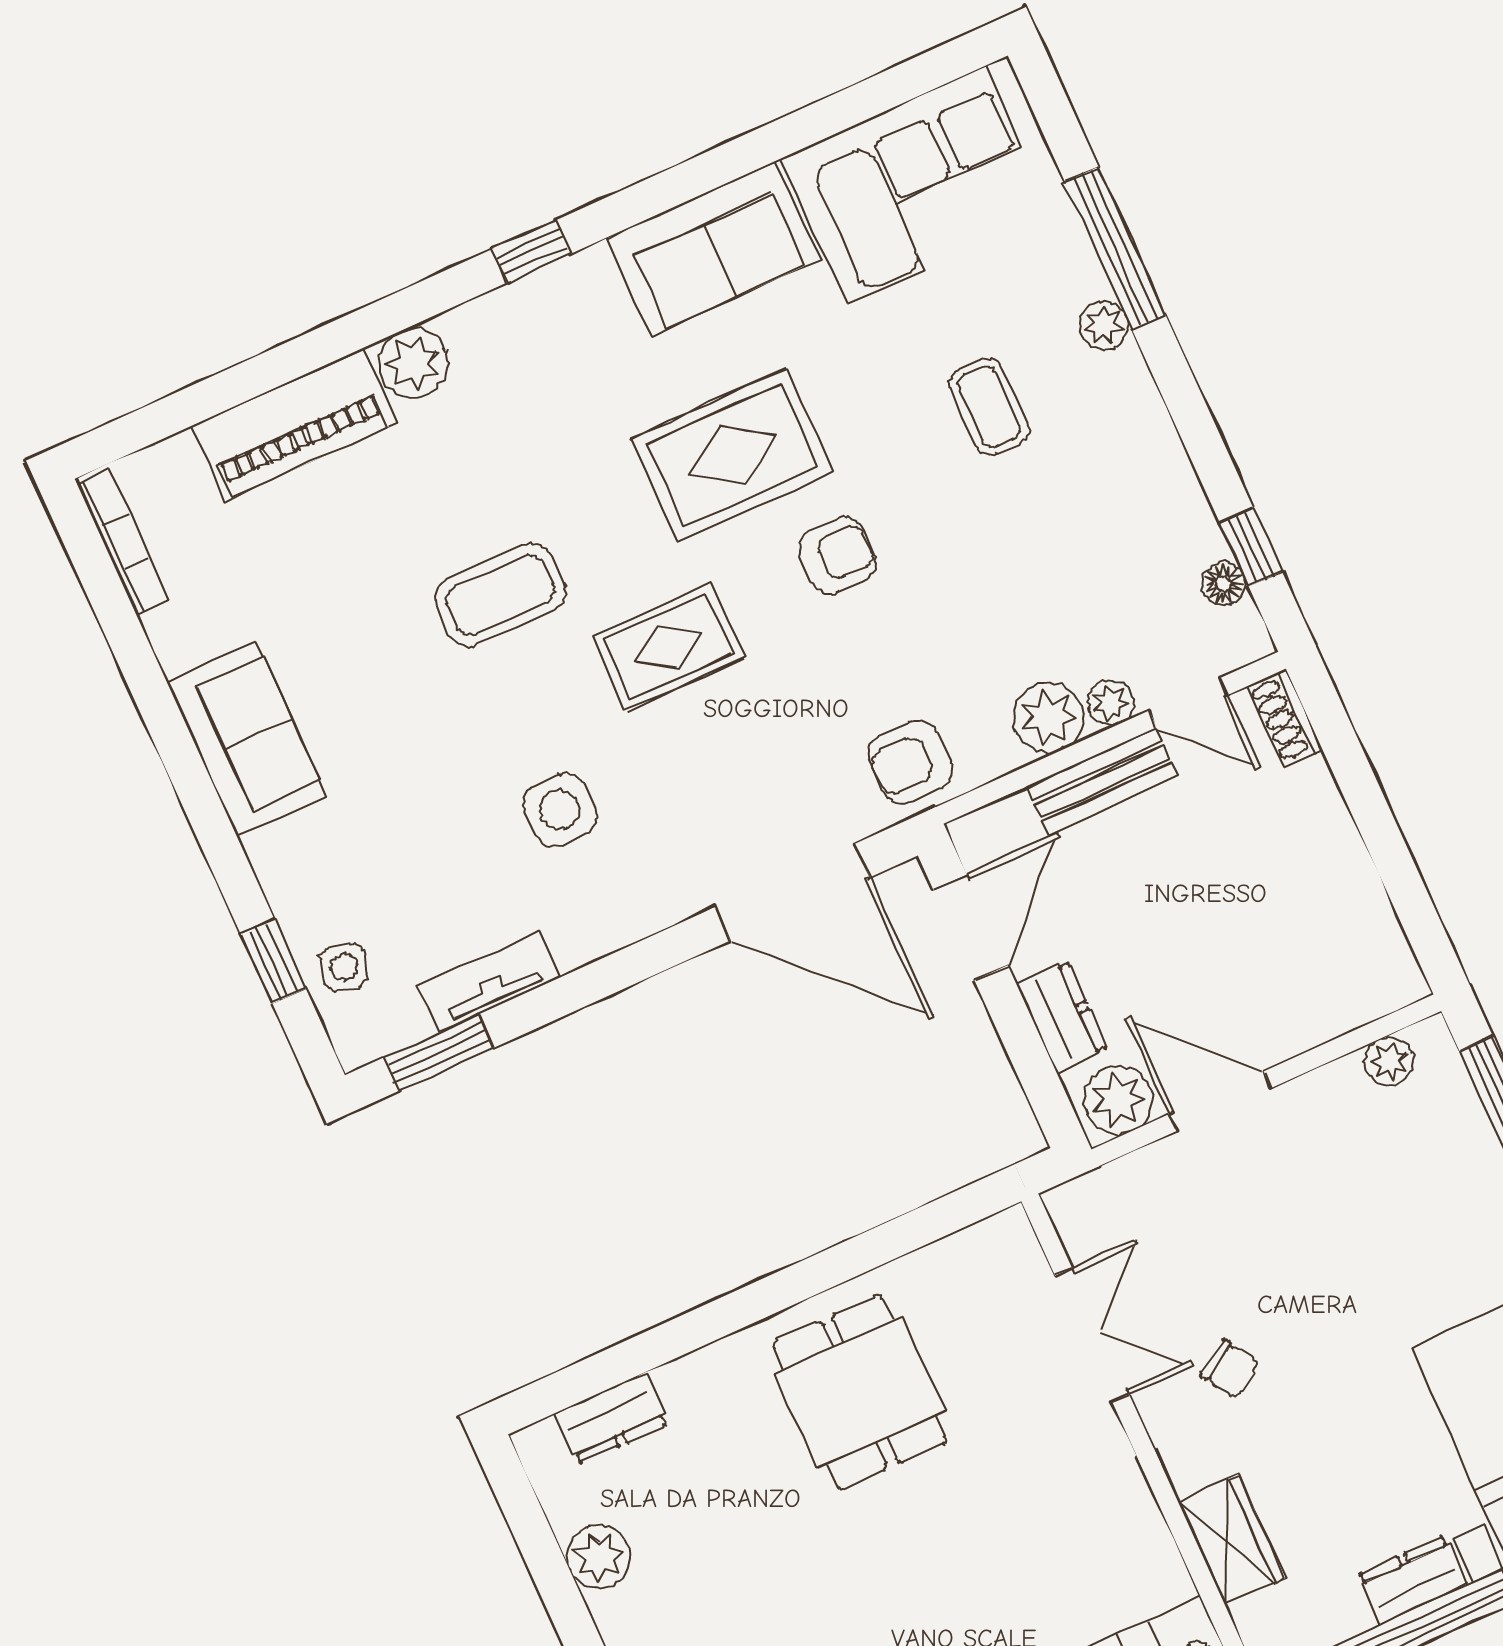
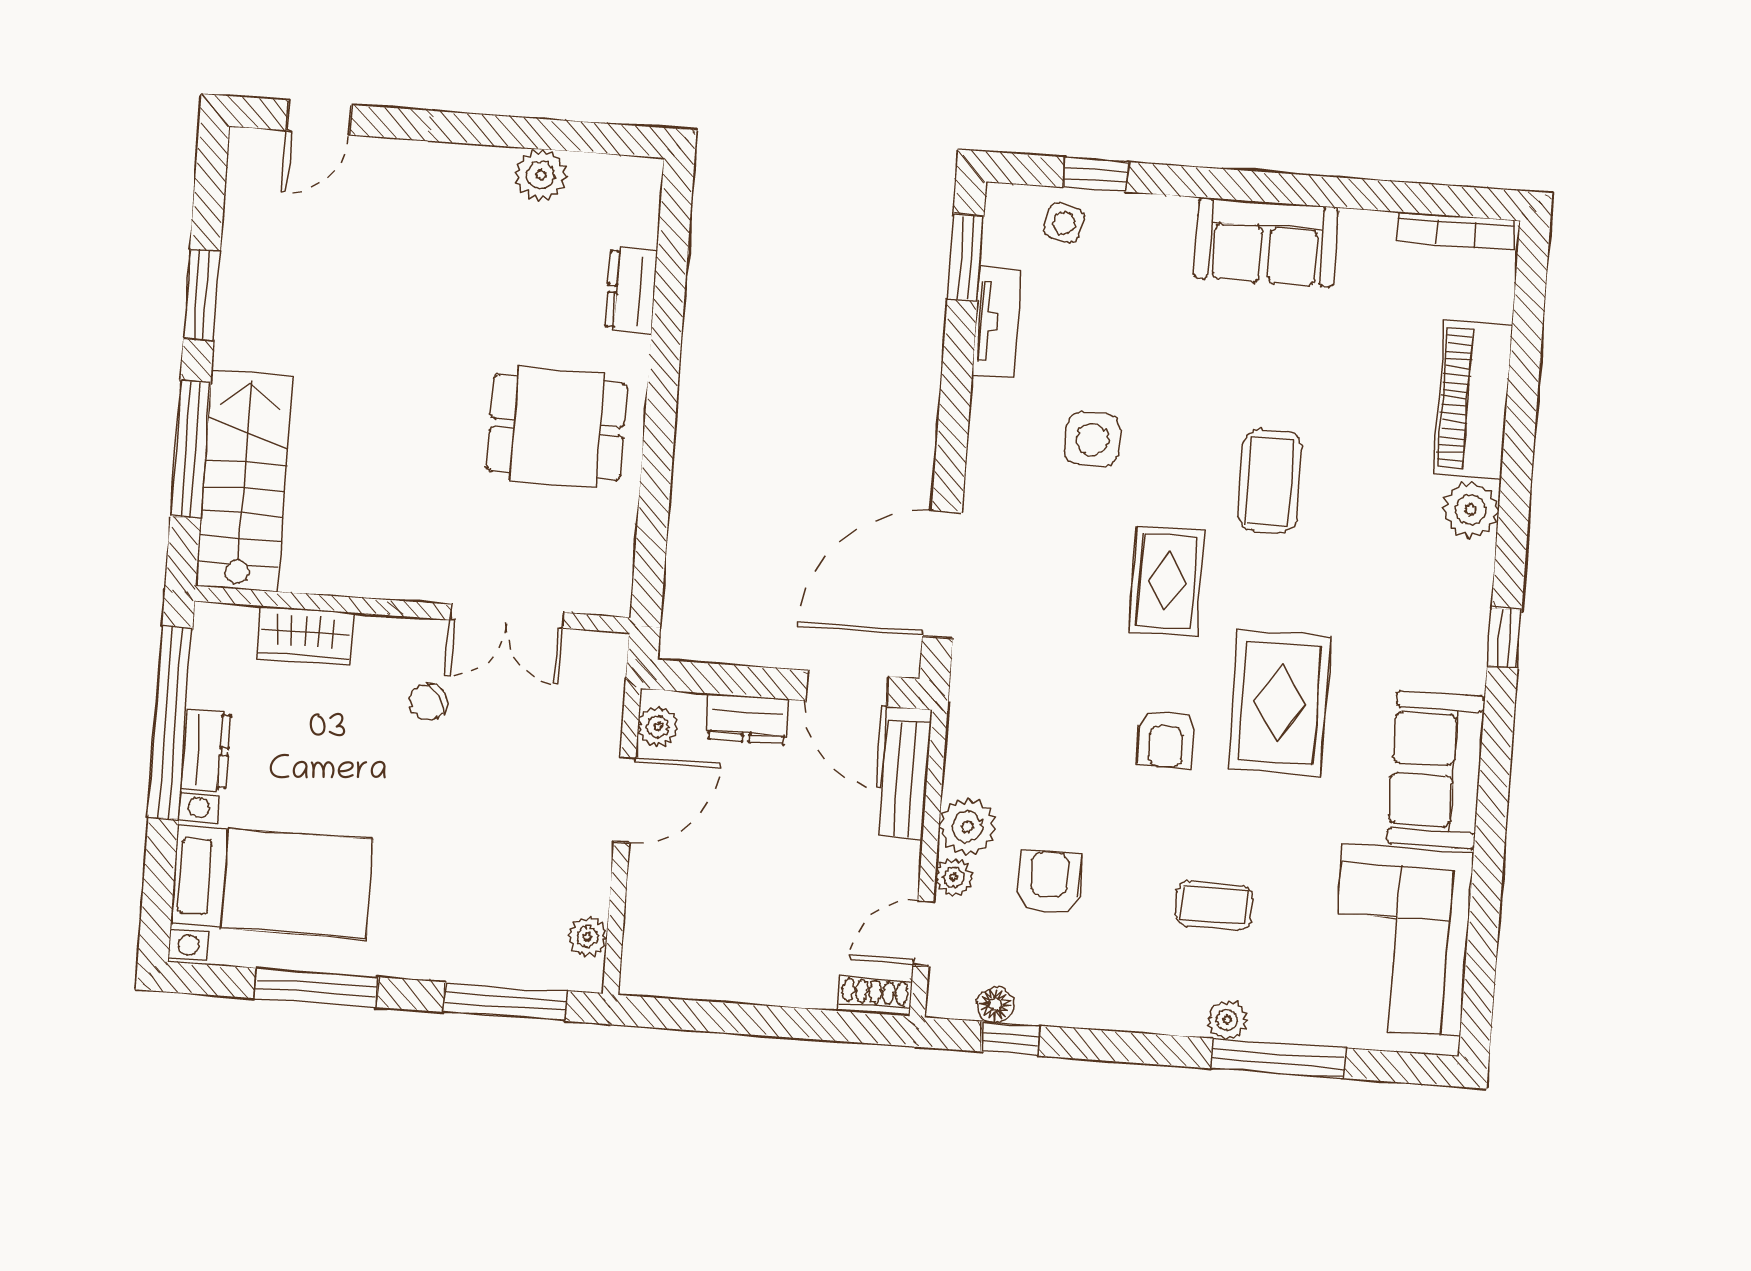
armchair: (910, 762) -> (1049, 882), moved
bench: (1102, 781) -> (905, 780), moved
plant: (1119, 1100) -> (658, 727), width x0.73, depth x0.73
dresser: (612, 1418) -> (631, 290), moved

